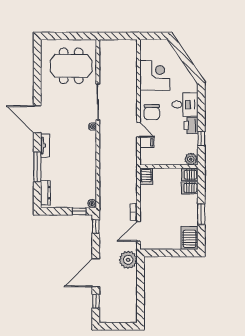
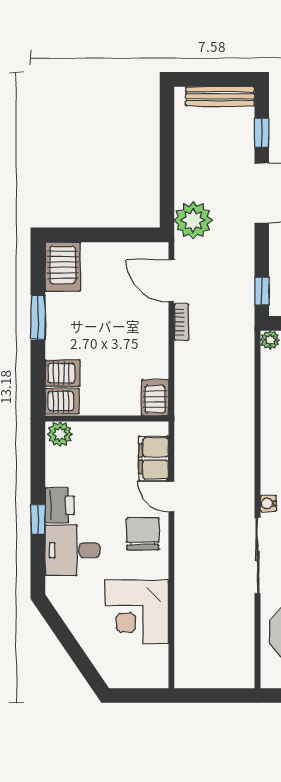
window: (201, 139) -> (38, 519), moved
filing cabinet: (147, 142) -> (154, 459), width x2.00
door: (138, 231) -> (171, 281), swing flipped
bench: (115, 318) -> (220, 96), added

